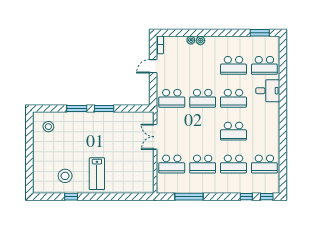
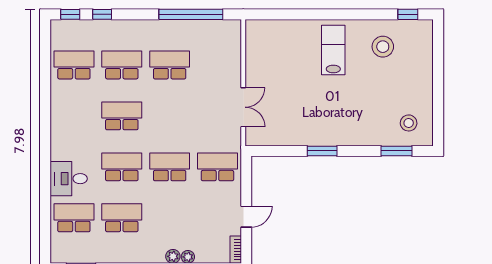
window: (77, 109) -> (397, 151), moved
school desk: (172, 164) -> (217, 65), removed
window: (71, 197) -> (408, 14), moved
window: (189, 197) -> (191, 14), width x1.46

